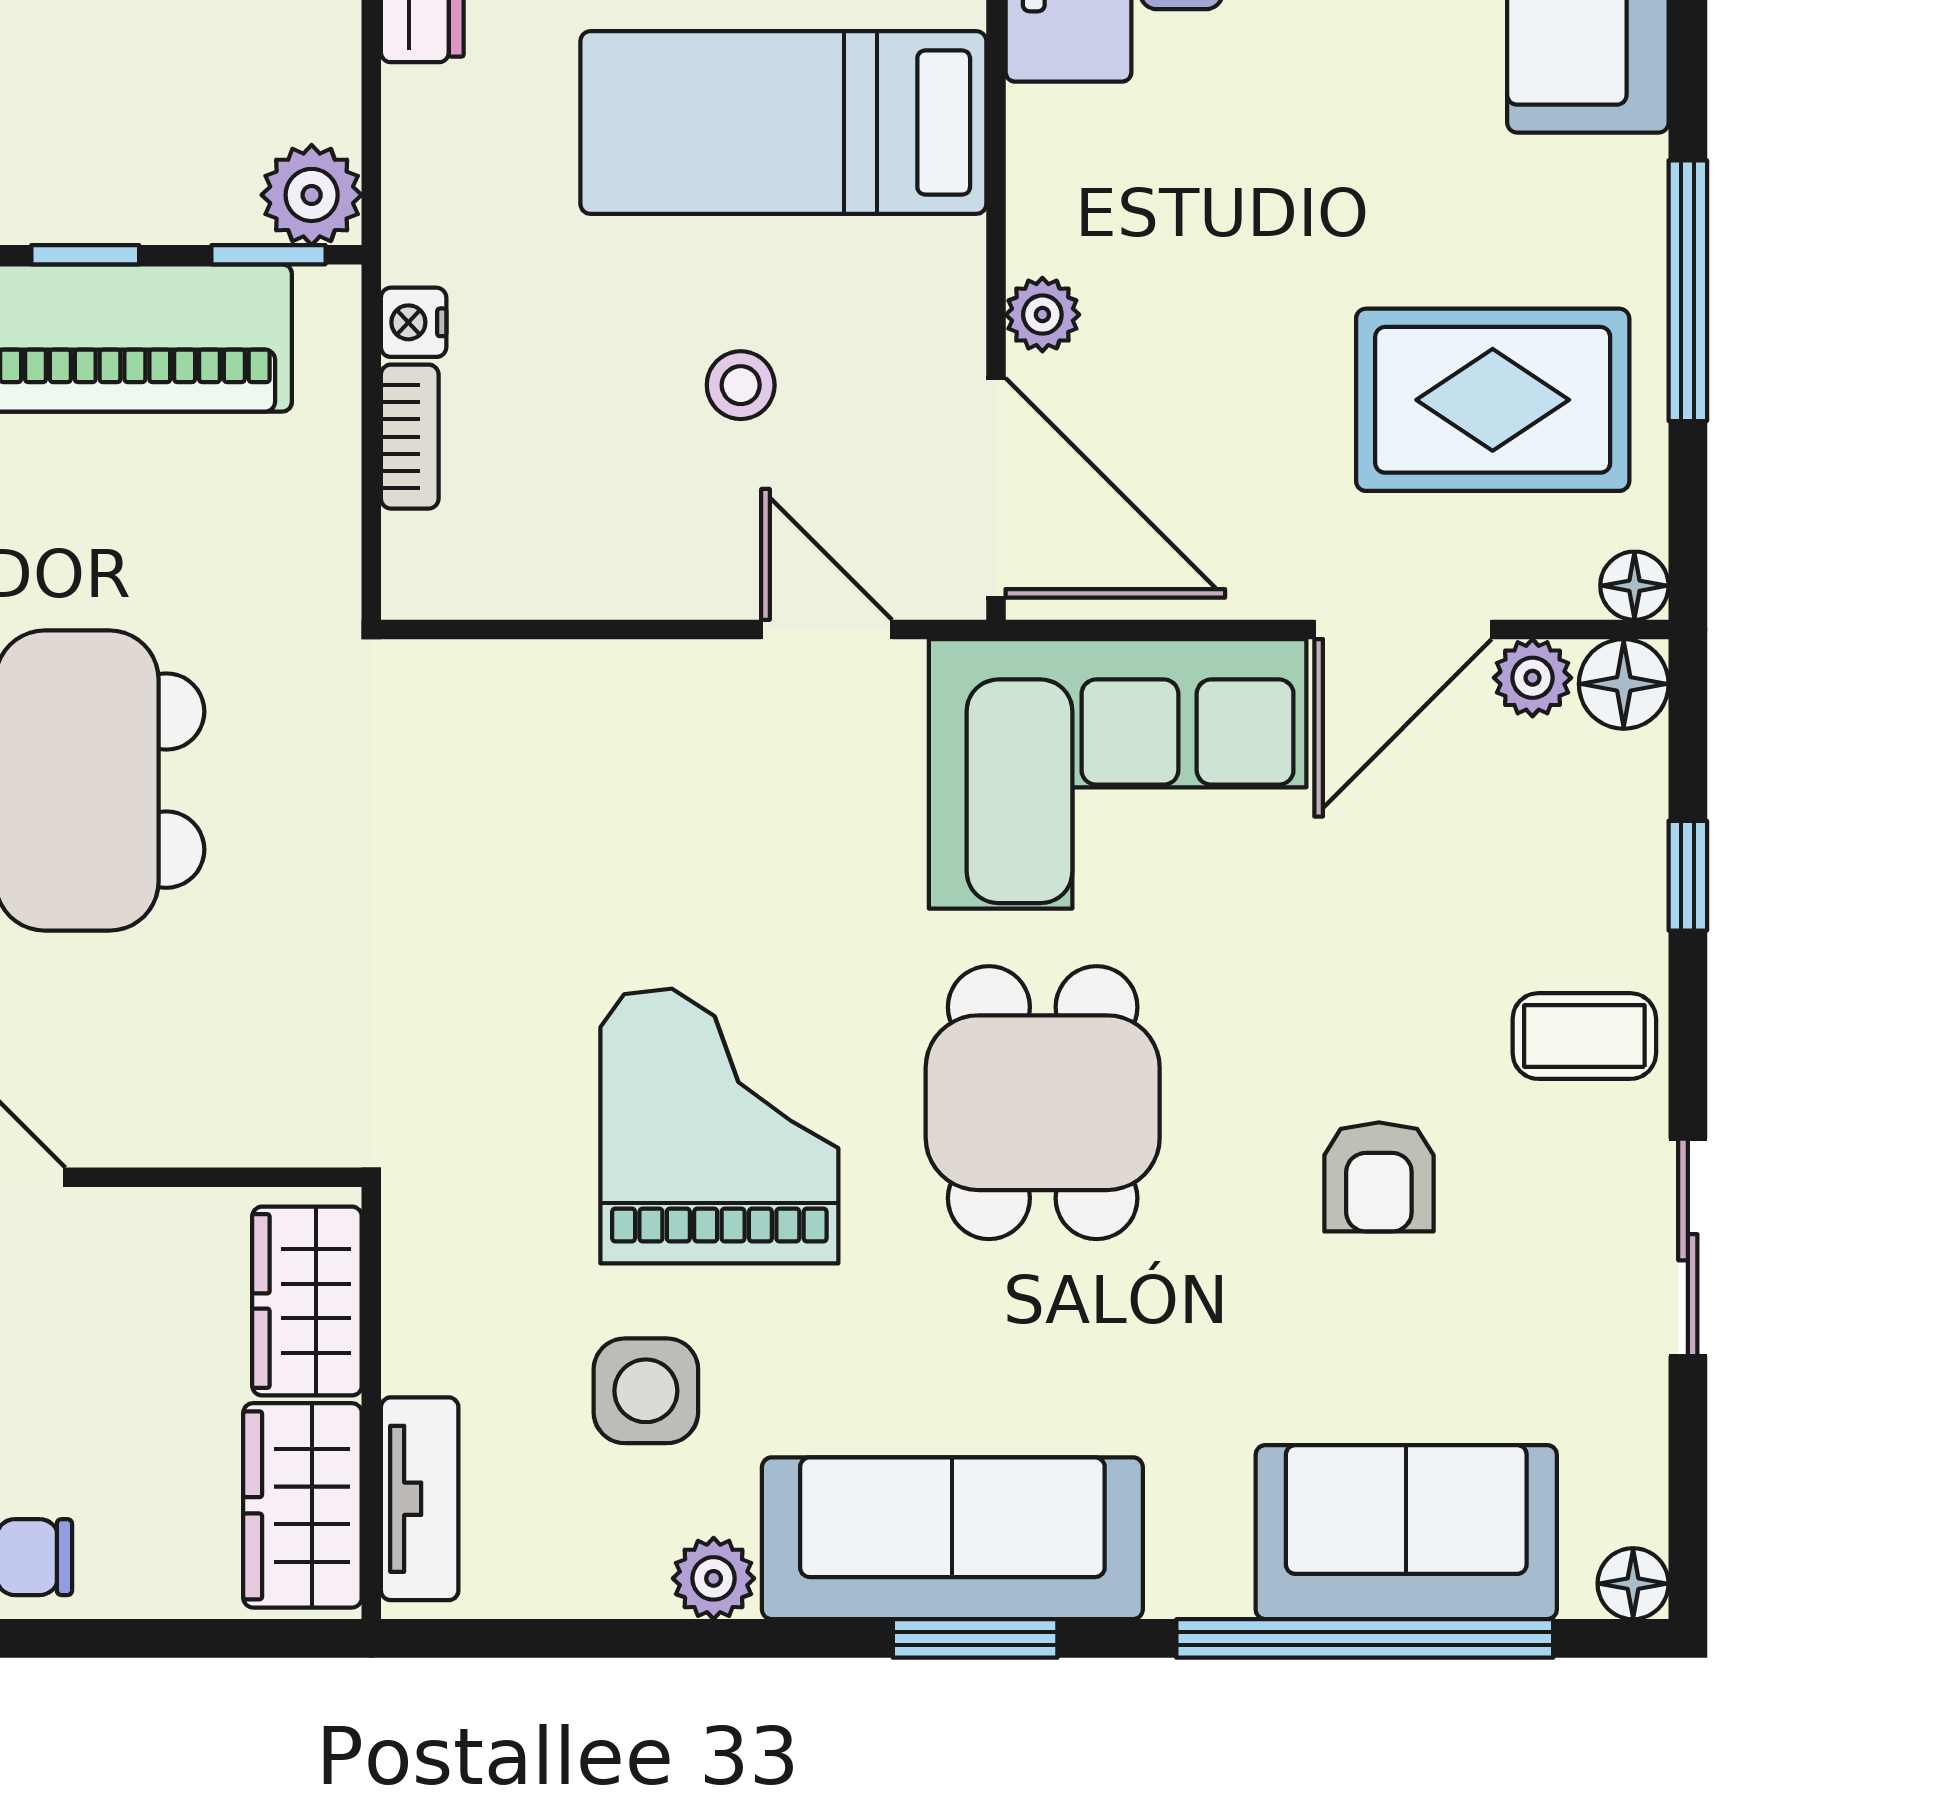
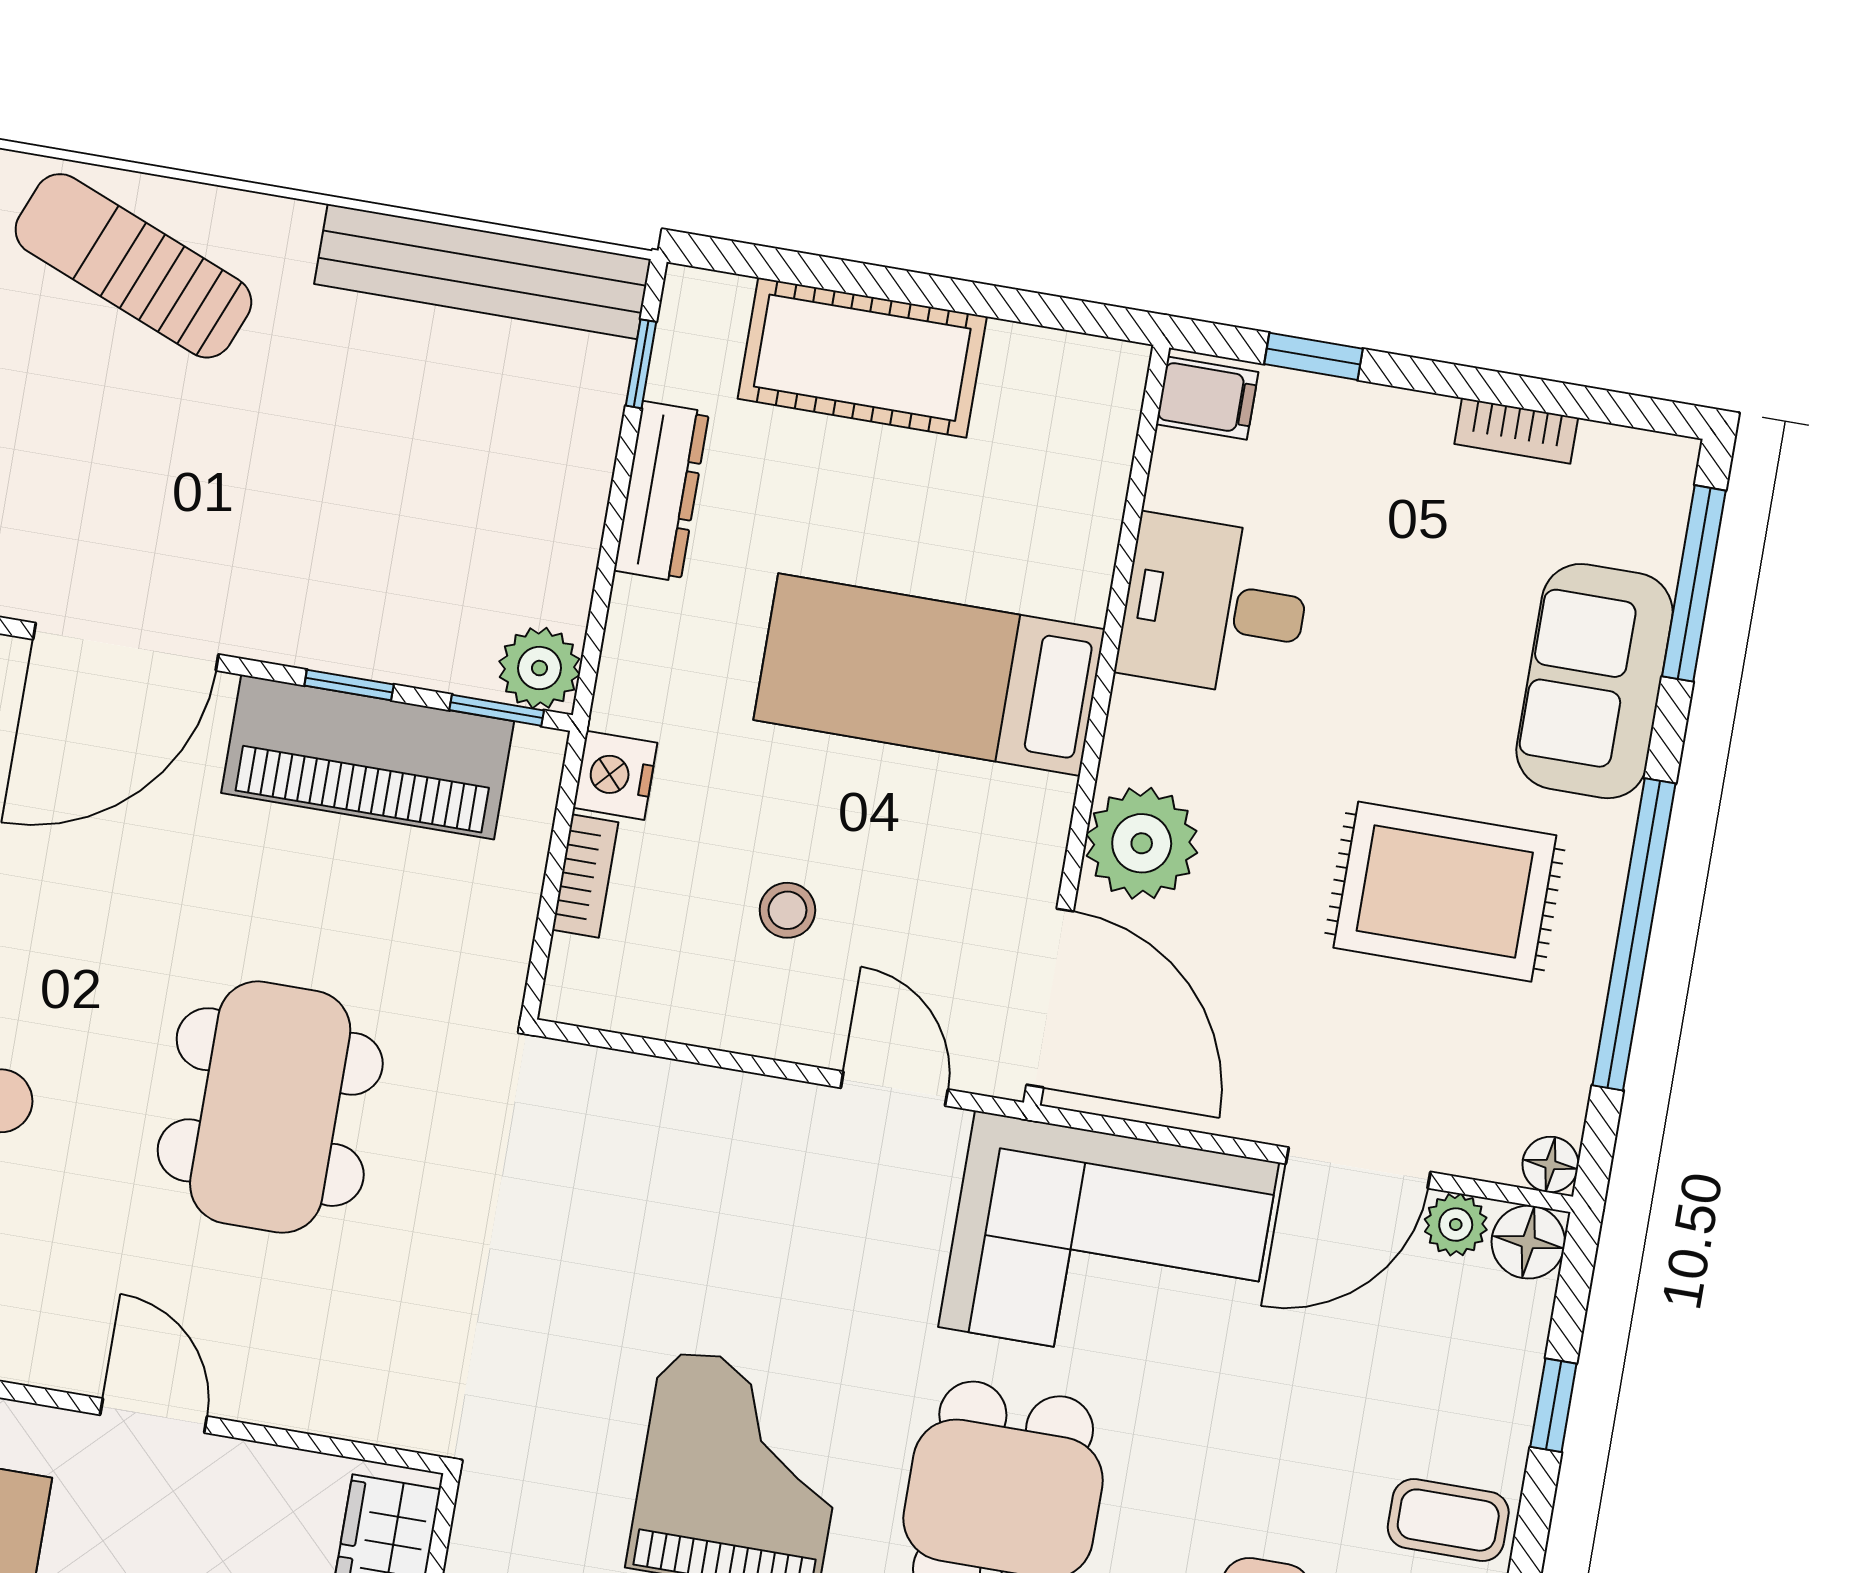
window: (1688, 291) -> (1634, 934), width x1.46
plant: (1042, 315) -> (1142, 843), width x1.88, depth x1.88
nightstand: (414, 322) -> (615, 775), width x1.39, depth x1.35
stool: (741, 385) -> (787, 910), moved
rug: (1493, 400) -> (1445, 892), moved

